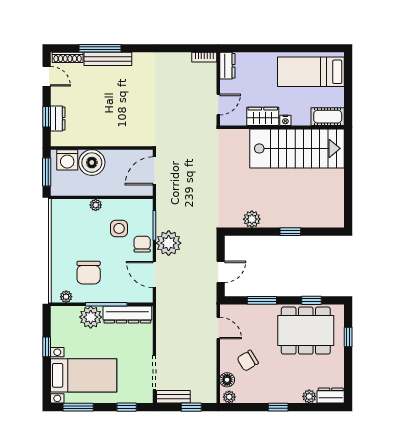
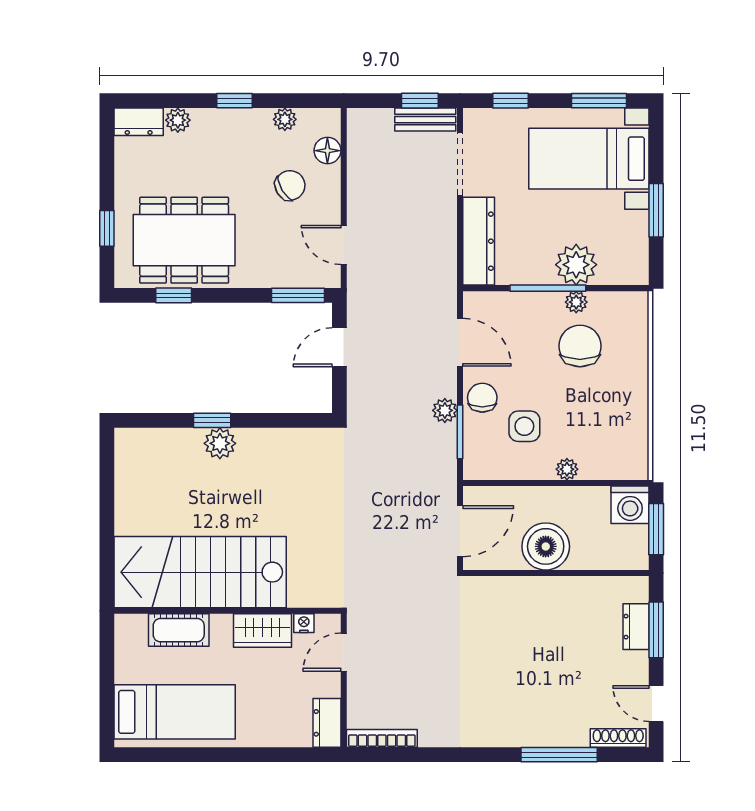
bookcase: (204, 57) -> (382, 738), width x1.56
bench: (108, 59) -> (545, 735), removed
window: (47, 117) -> (656, 630), width x1.50
cot: (328, 117) -> (179, 630), moved
nightstand: (285, 120) -> (304, 623), moved
washing machine: (67, 160) -> (630, 505), moved, turned 180
boiler: (92, 163) -> (546, 546), moved
plant: (252, 219) -> (220, 443), moved
plant: (169, 243) -> (445, 410), width x0.53, depth x0.53
chair: (142, 244) -> (482, 398), turned 180
plant: (66, 297) -> (576, 302), moved
window: (262, 300) -> (298, 295), moved
dresser: (127, 314) -> (479, 241), moved, turned 90
window: (47, 347) -> (656, 210), width x1.50
plant: (229, 397) -> (285, 119), moved
window: (191, 407) -> (420, 101), moved

